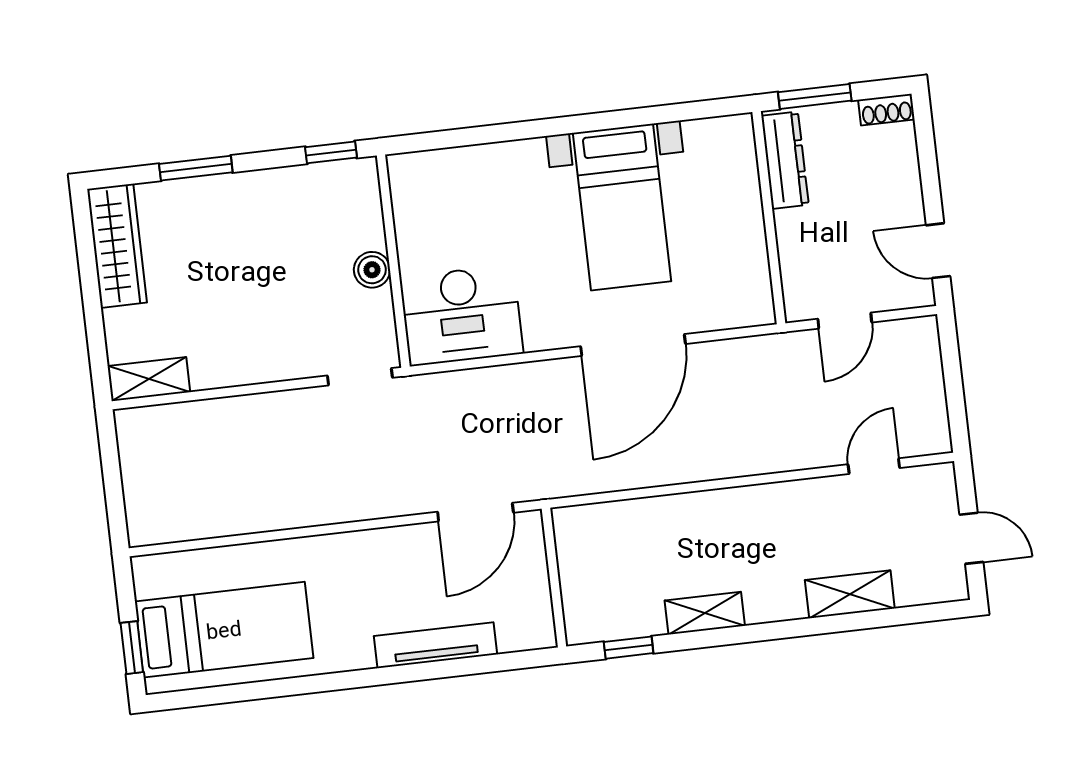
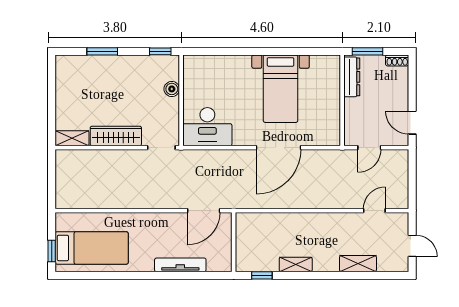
wardrobe: (117, 246) -> (116, 136), moved, turned -90
boiler: (372, 270) -> (172, 89), moved

